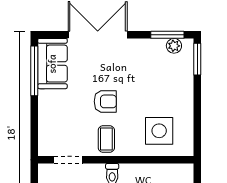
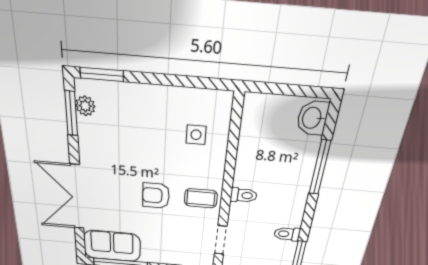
armchair: (105, 101) -> (156, 196), turned -90
side table: (159, 131) -> (196, 135), width x0.54, depth x0.54

